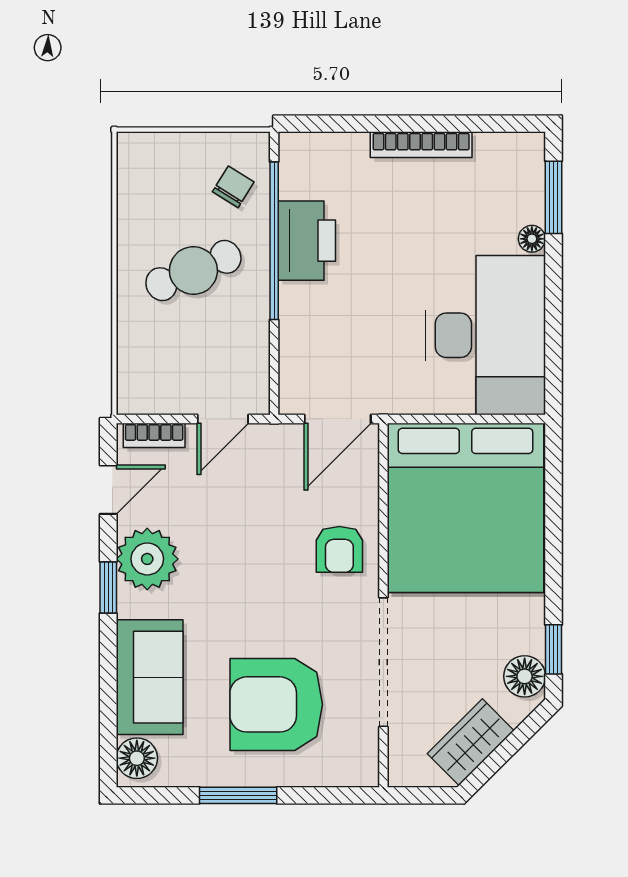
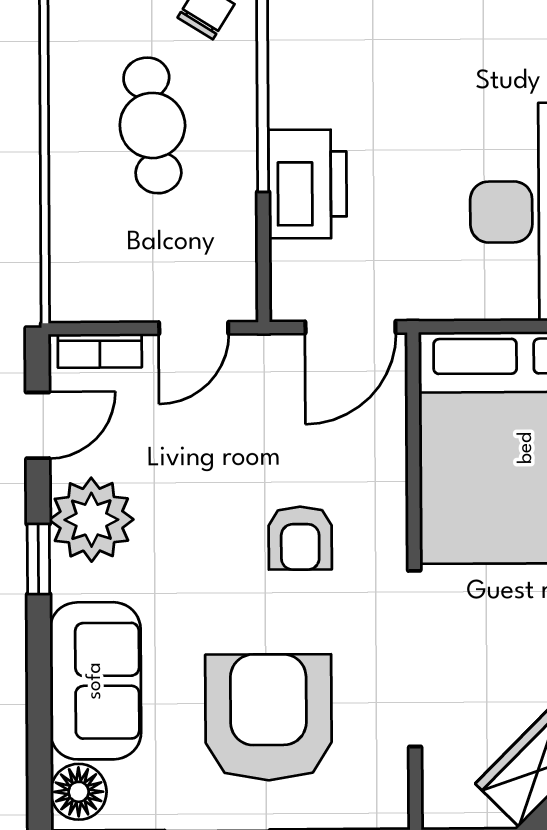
printer: (307, 241) -> (308, 184), moved
cafe table: (193, 270) -> (152, 125), turned -74
armchair: (339, 549) -> (300, 538), moved
armchair: (276, 704) -> (268, 717), turned 90

